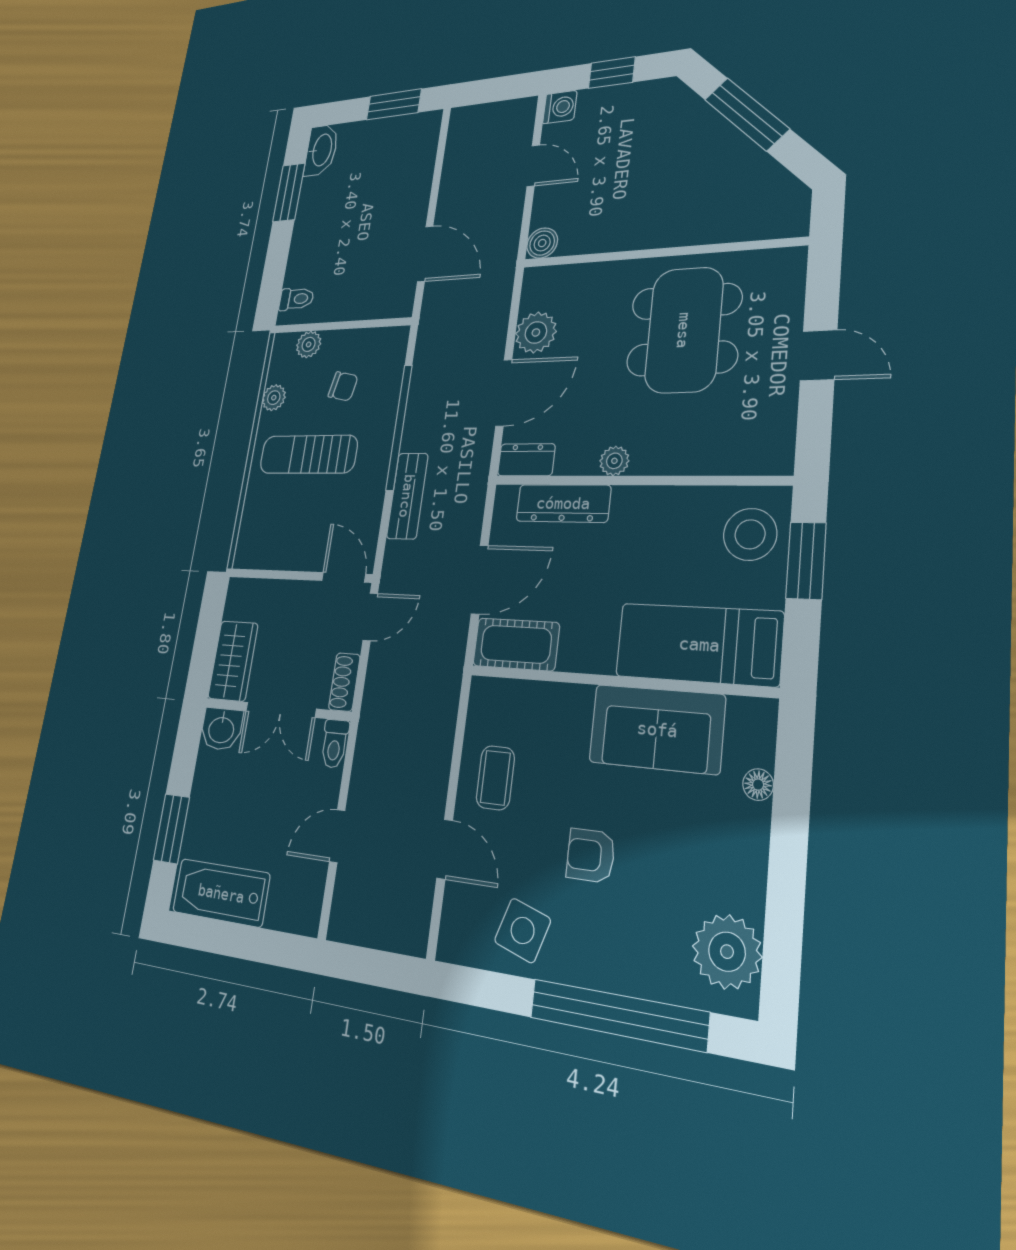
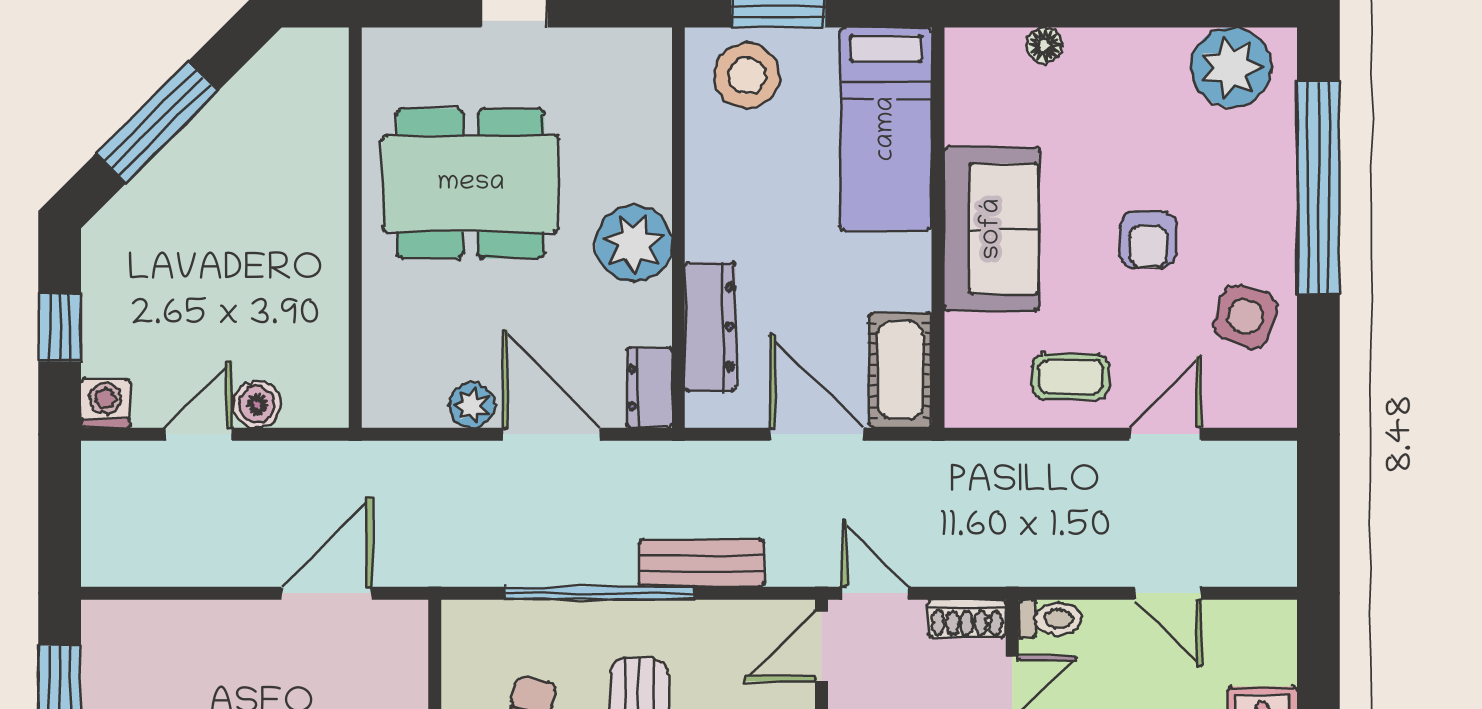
boiler: (542, 243) -> (257, 404), moved
plant: (536, 332) -> (472, 405), width x0.73, depth x0.73
plant: (614, 461) -> (634, 244), width x1.88, depth x1.88
sofa: (657, 729) -> (992, 229), moved

